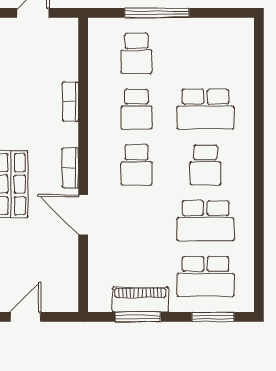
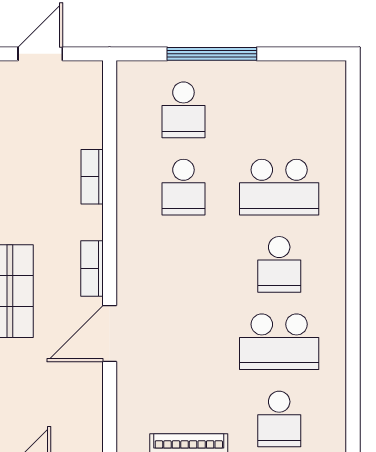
school desk: (136, 165) -> (183, 264), removed
door: (83, 215) -> (110, 334), hinge flipped
school desk: (206, 276) -> (279, 419), width x0.54

